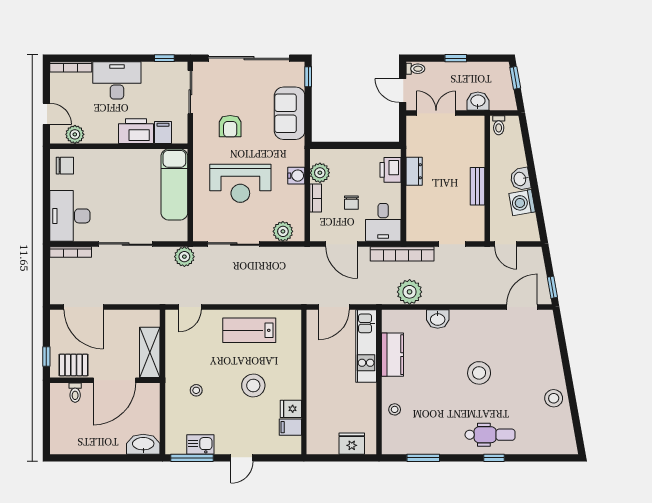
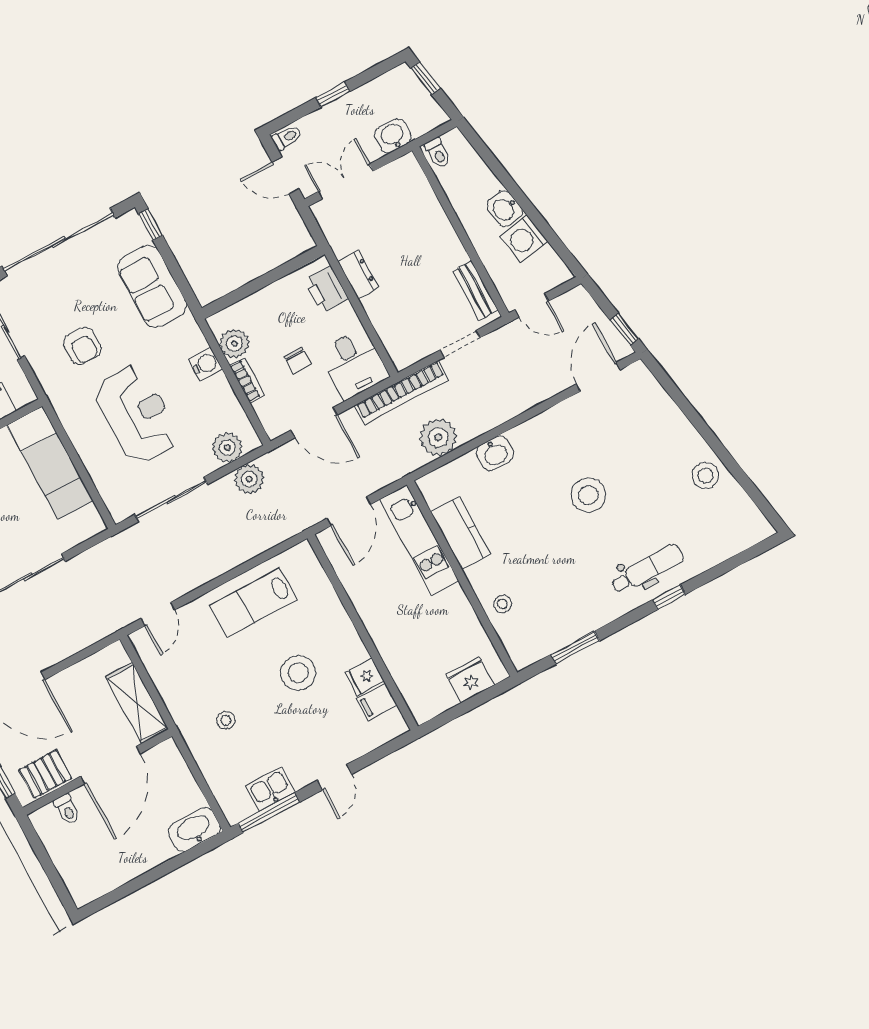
reception desk: (240, 183) -> (137, 414), turned -90
bench: (477, 186) -> (475, 290), moved
plant: (184, 257) -> (249, 479), moved

